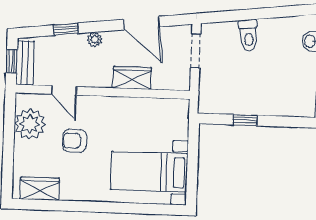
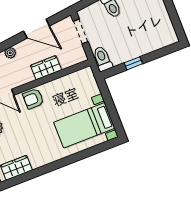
toilet: (208, 97) -> (102, 59), added
armchair: (75, 141) -> (33, 99), moved

